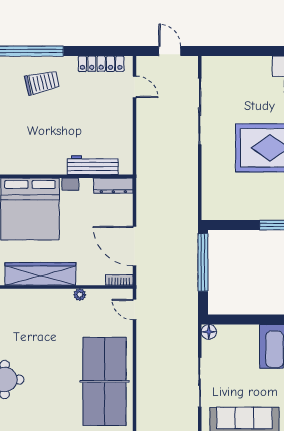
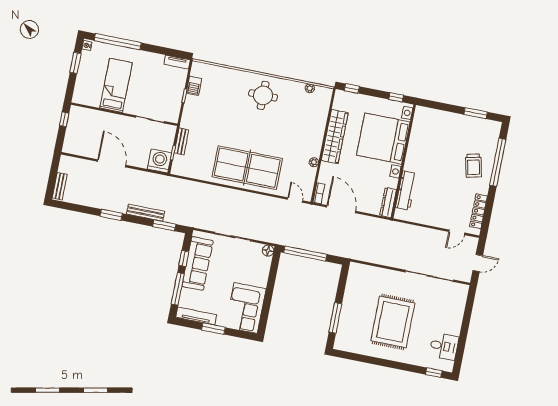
door: (135, 246) -> (341, 209), hinge flipped
window: (203, 262) -> (305, 254), moved
door: (135, 310) -> (295, 200), hinge flipped

